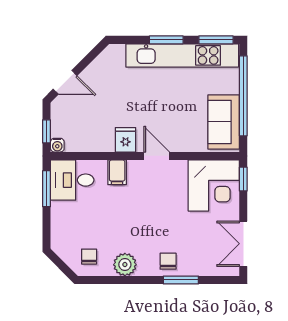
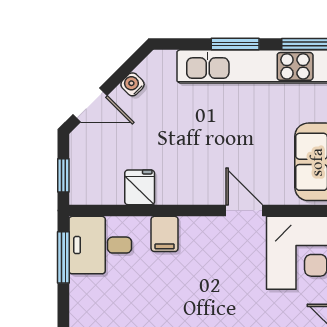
fridge: (126, 140) -> (140, 187), moved
water cooler: (57, 145) -> (133, 84), moved, turned 135
door: (157, 156) -> (244, 211), moved

